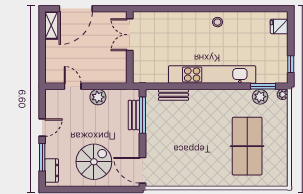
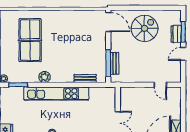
plant: (98, 97) -> (142, 77), removed
plant: (260, 97) -> (44, 77), moved
spiral stairs: (94, 162) -> (145, 28), turned 180
dresser: (52, 170) -> (176, 34), moved

